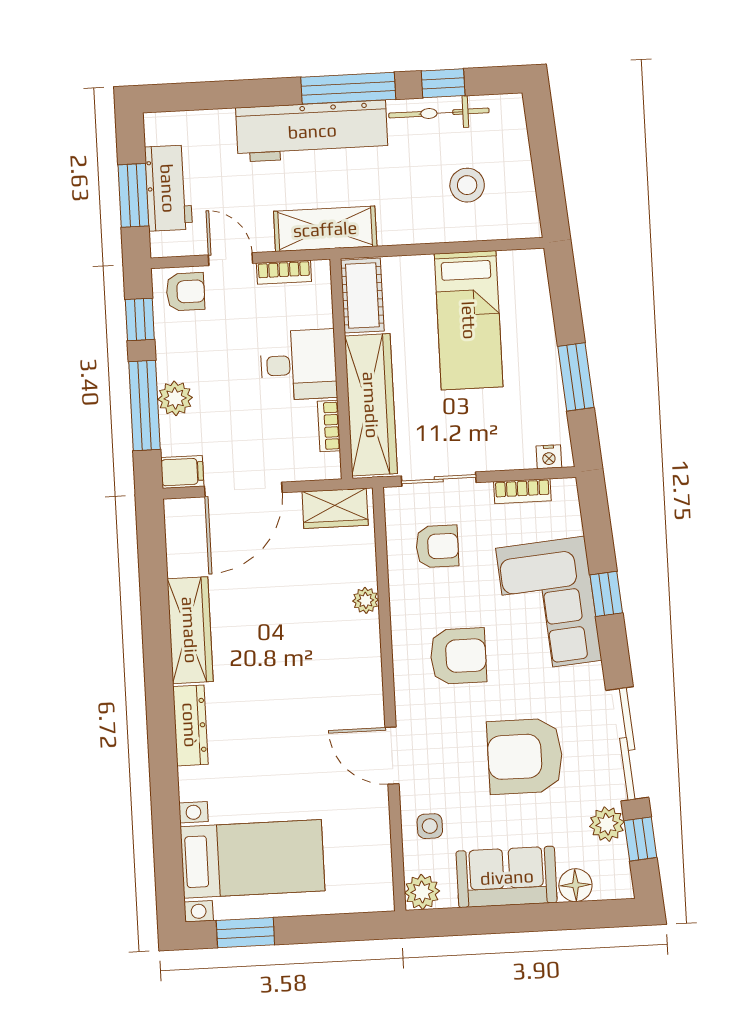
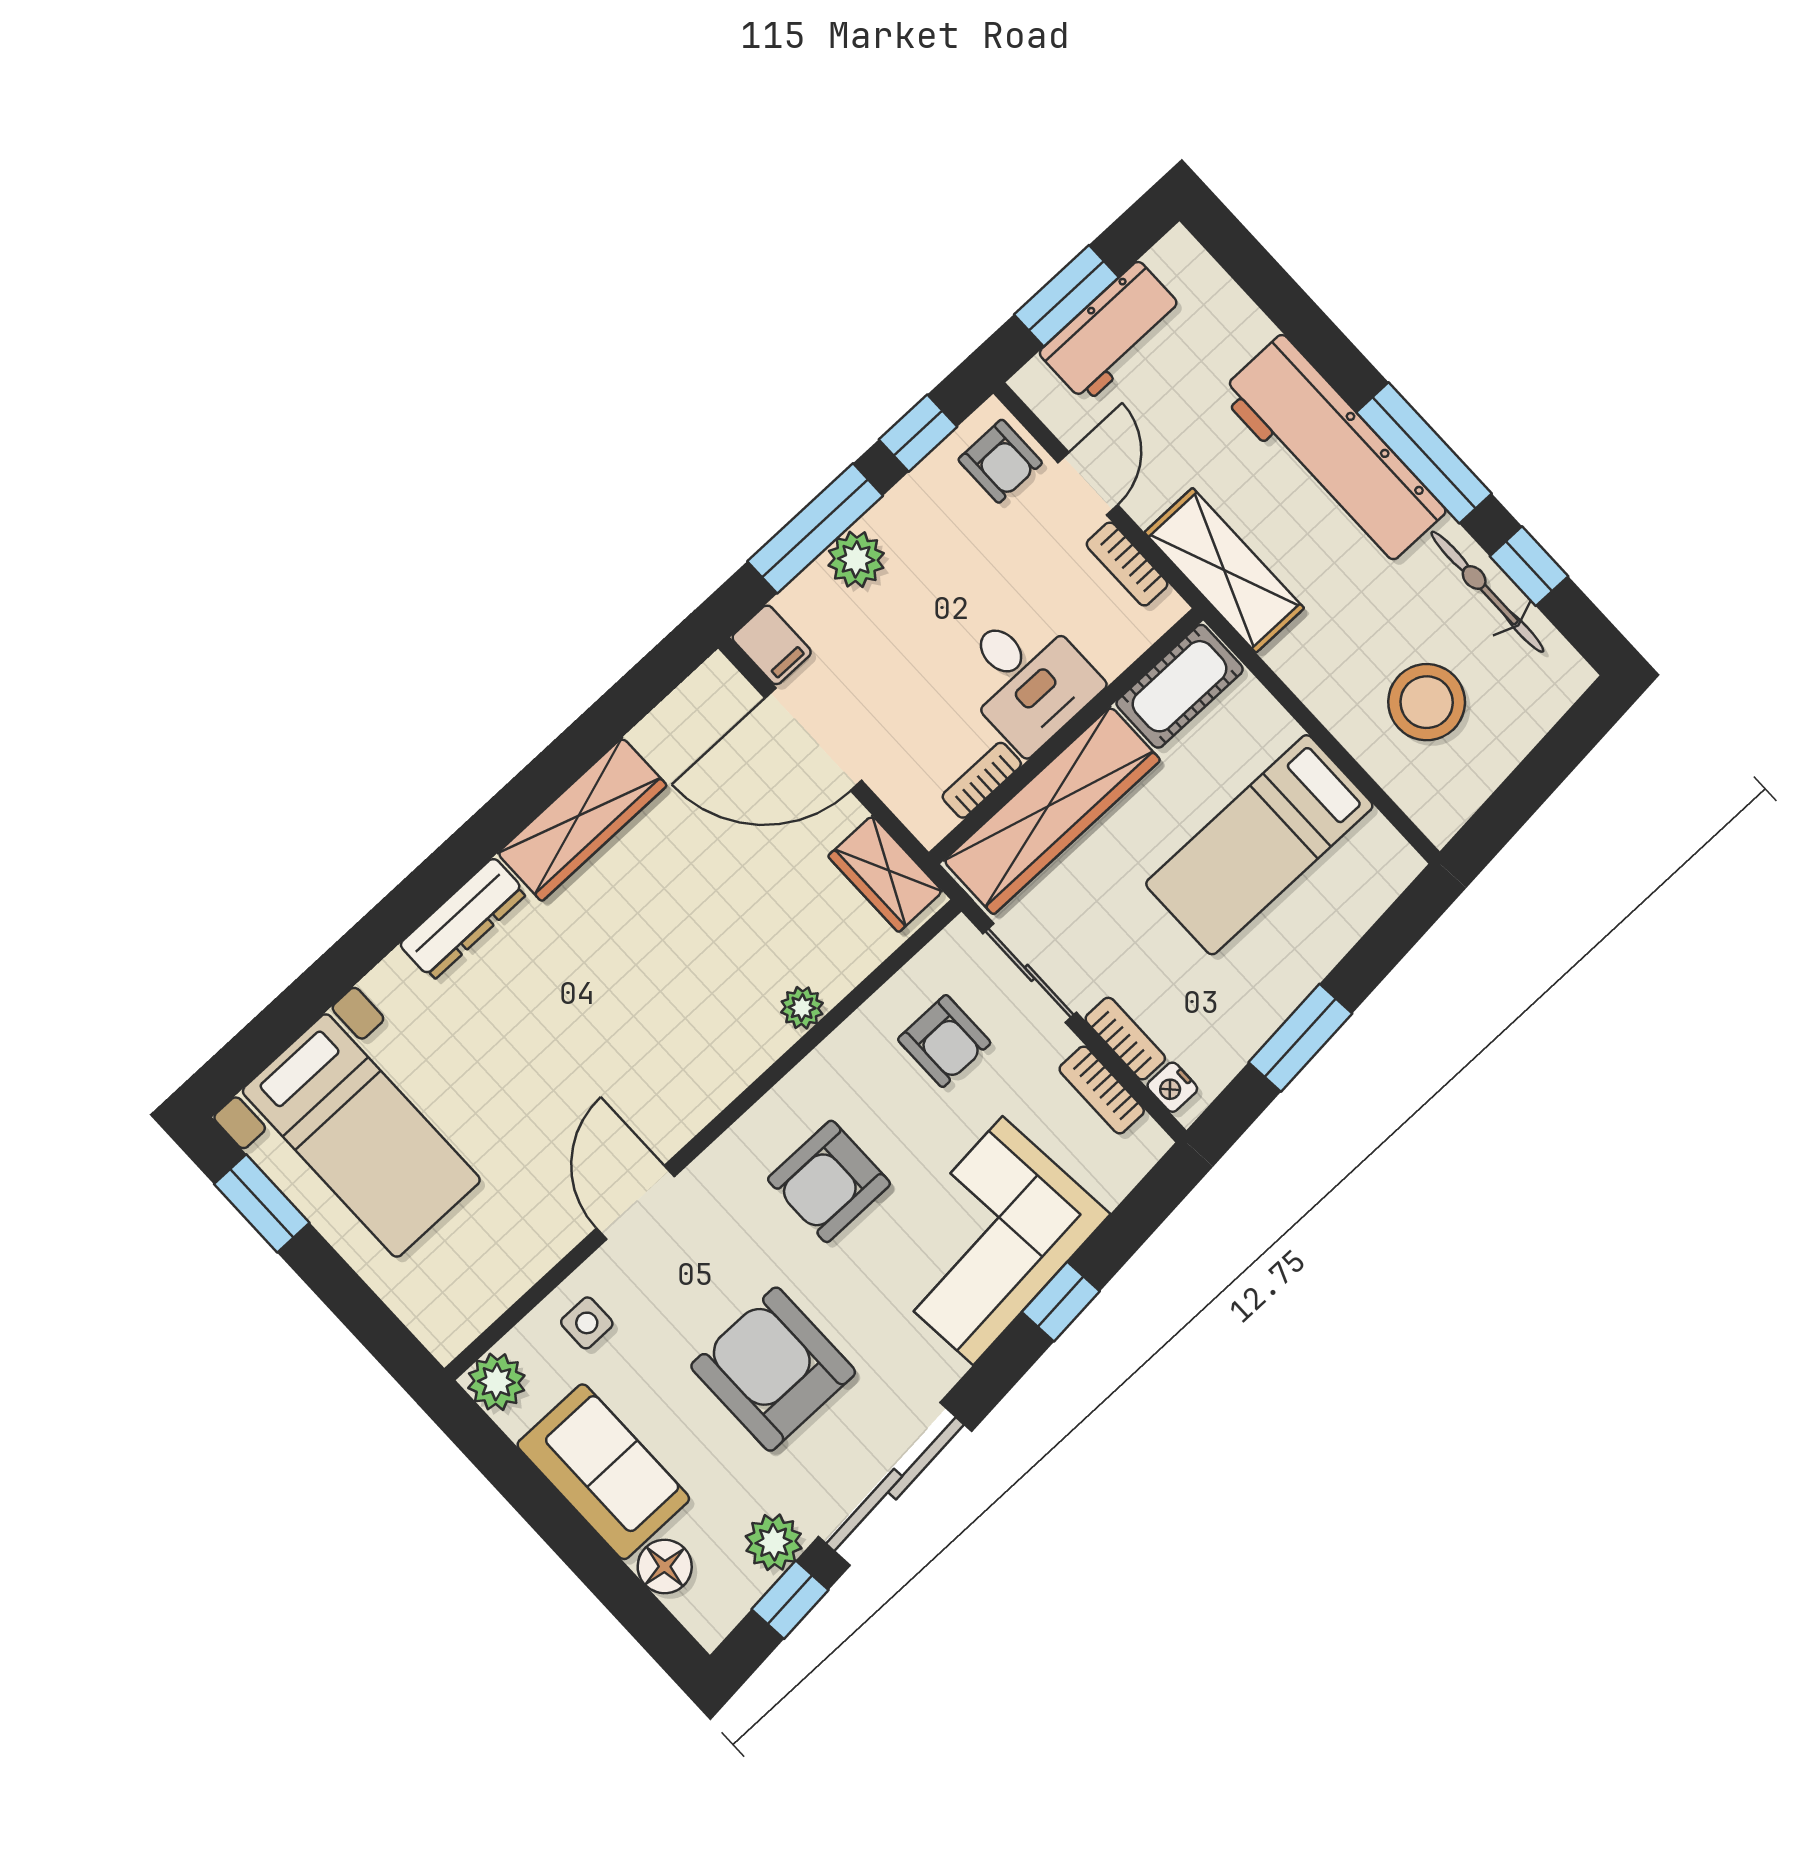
stool: (467, 185) -> (1427, 702), width x1.38, depth x1.38
bookcase: (507, 460) -> (1125, 1039), added
armchair: (458, 656) -> (829, 1181), turned 90

